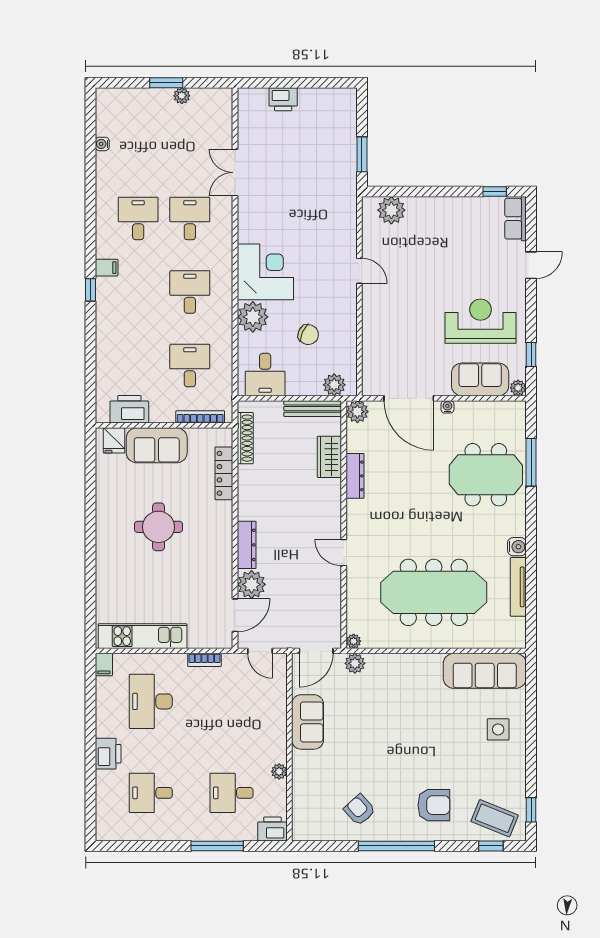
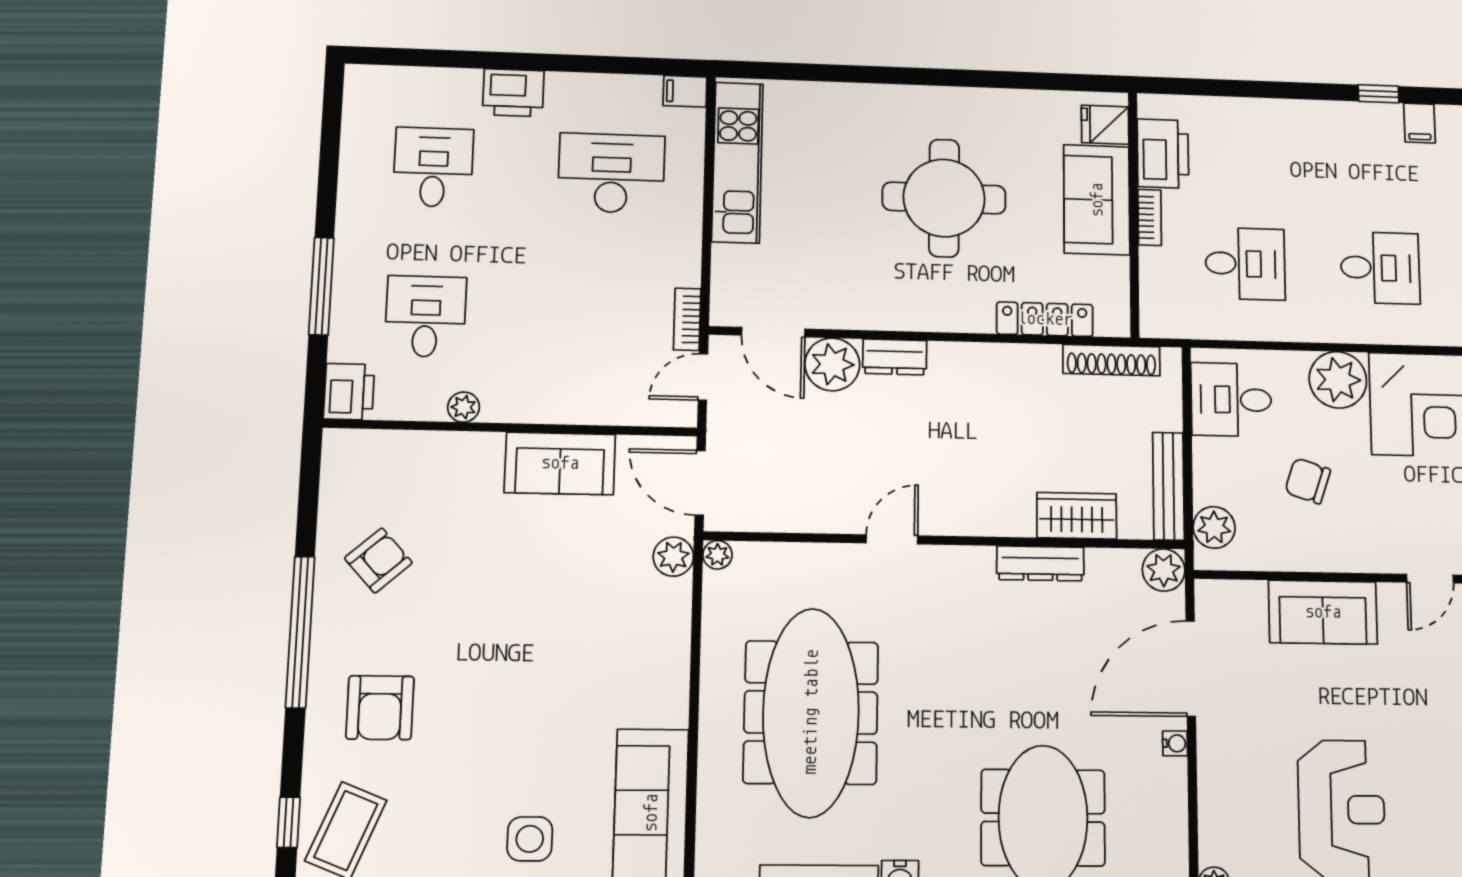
chair: (308, 335) -> (1308, 481), turned 83
sofa: (480, 379) -> (1323, 612), moved, turned 90
bookcase: (200, 417) -> (1150, 217), moved, width x0.64
round table: (158, 527) -> (944, 198), width x1.36, depth x1.36
dresser: (247, 545) -> (895, 357), width x0.70
bookcase: (204, 660) -> (687, 319), moved

